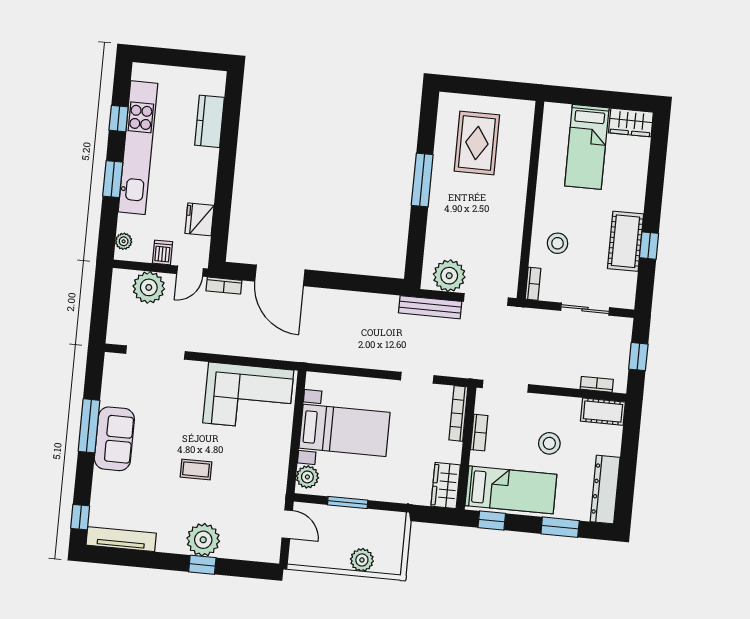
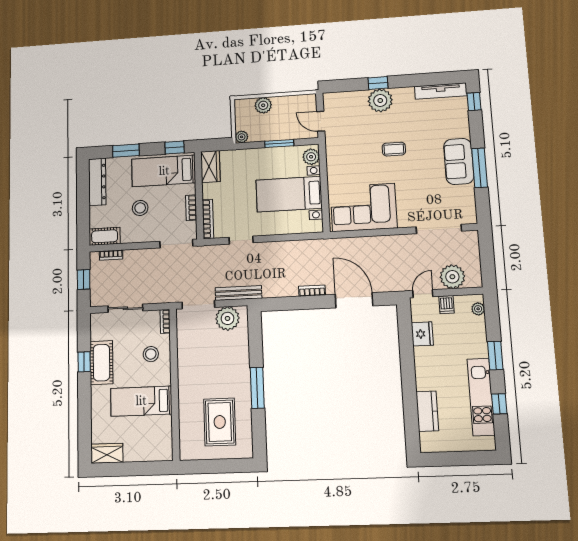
bed: (587, 147) -> (141, 401), moved, turned -90
kitchen unit: (138, 148) -> (481, 397), width x0.73
bookcase: (224, 286) -> (312, 291), moved
plant: (398, 520) -> (242, 137), added

